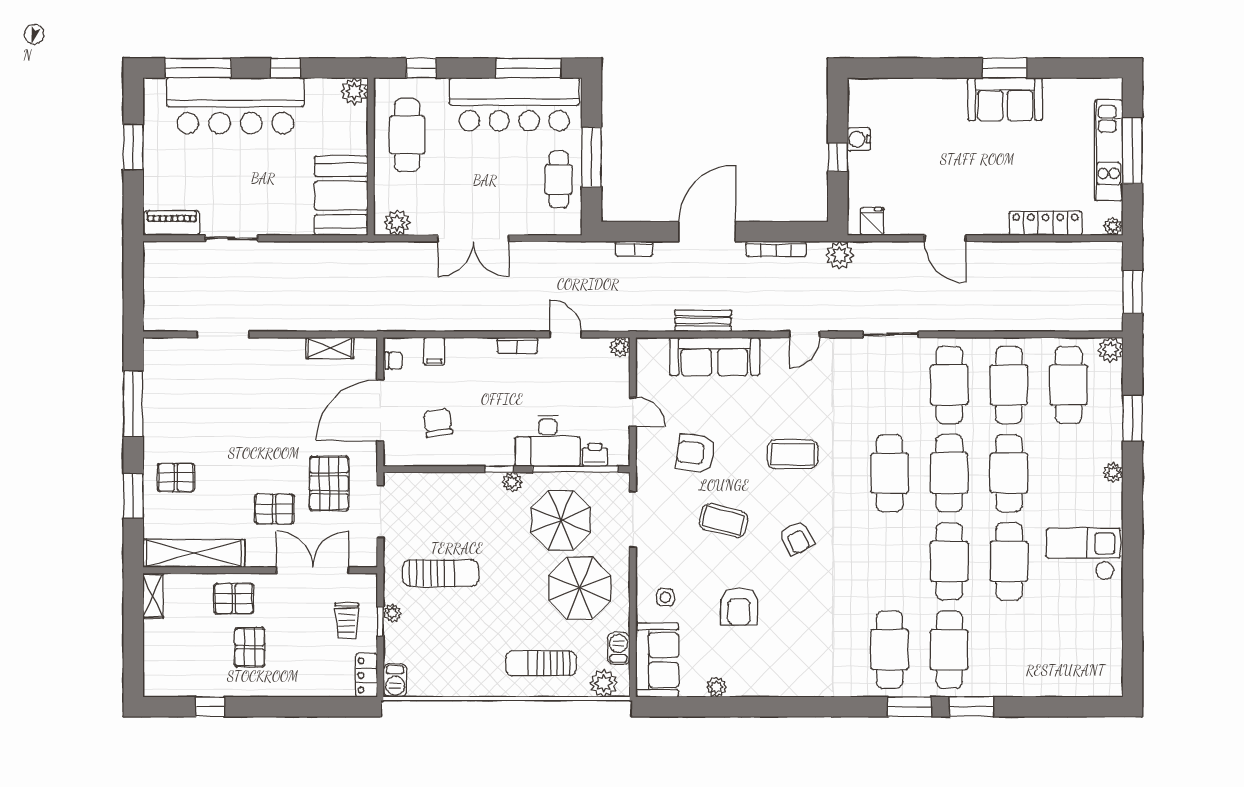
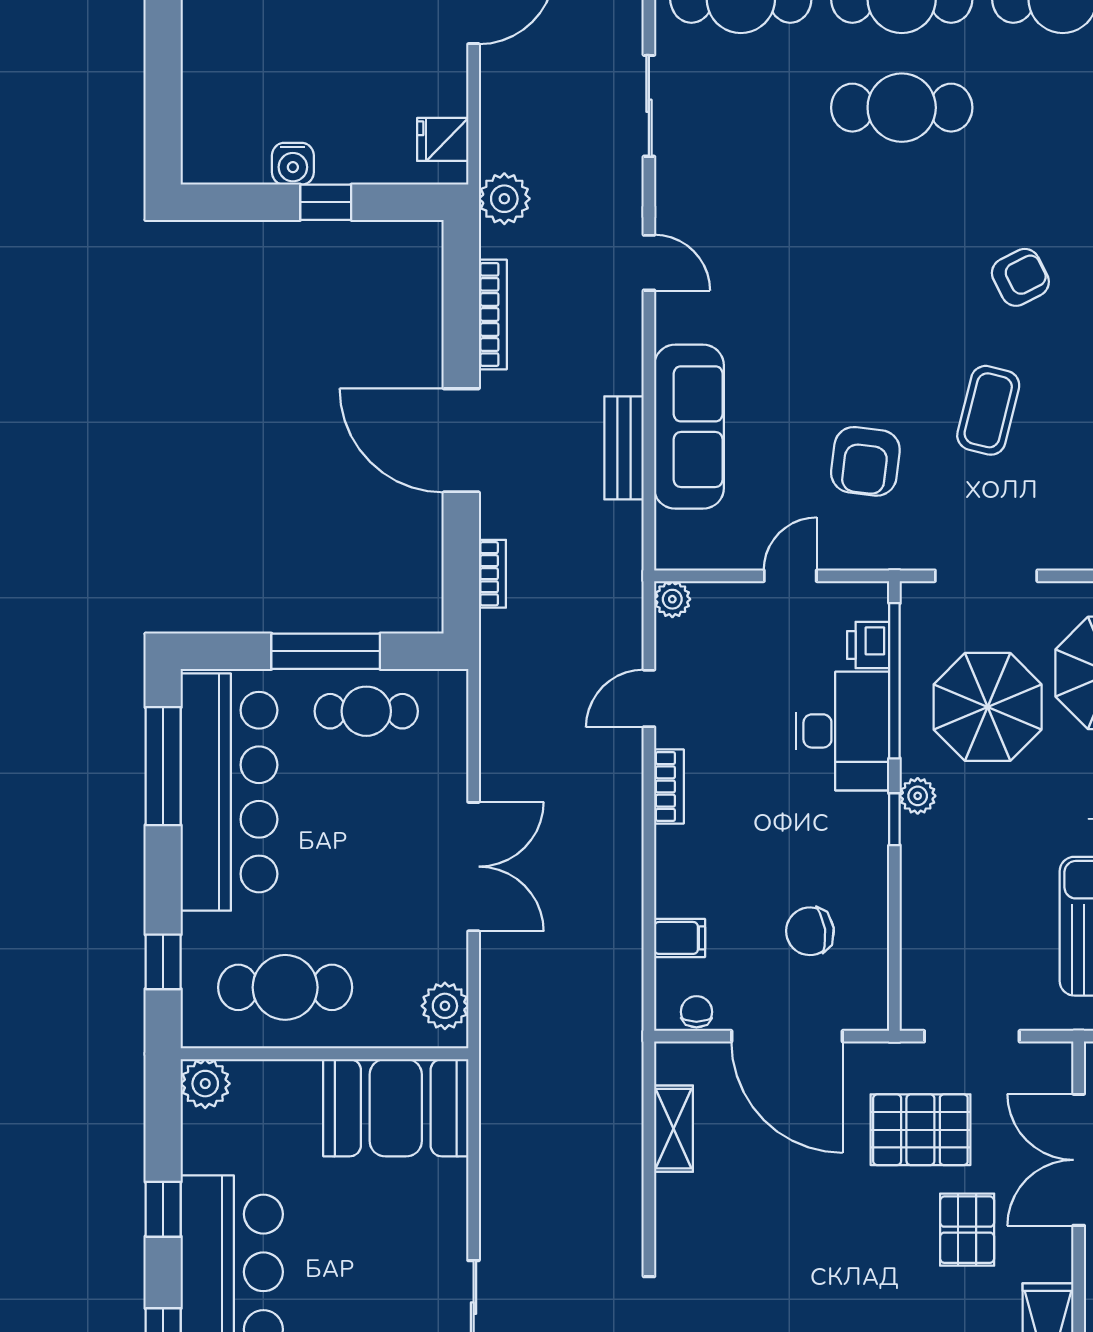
coffee table: (793, 454) -> (867, 284), removed

